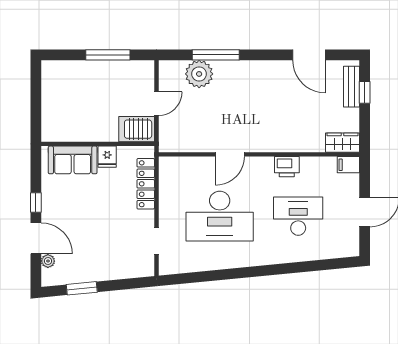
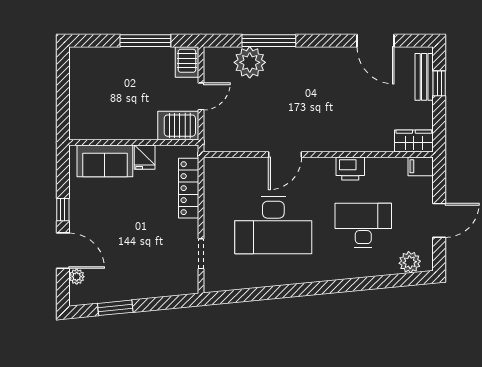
server rack: (144, 74) -> (187, 62), added
plant: (339, 248) -> (410, 262), added

